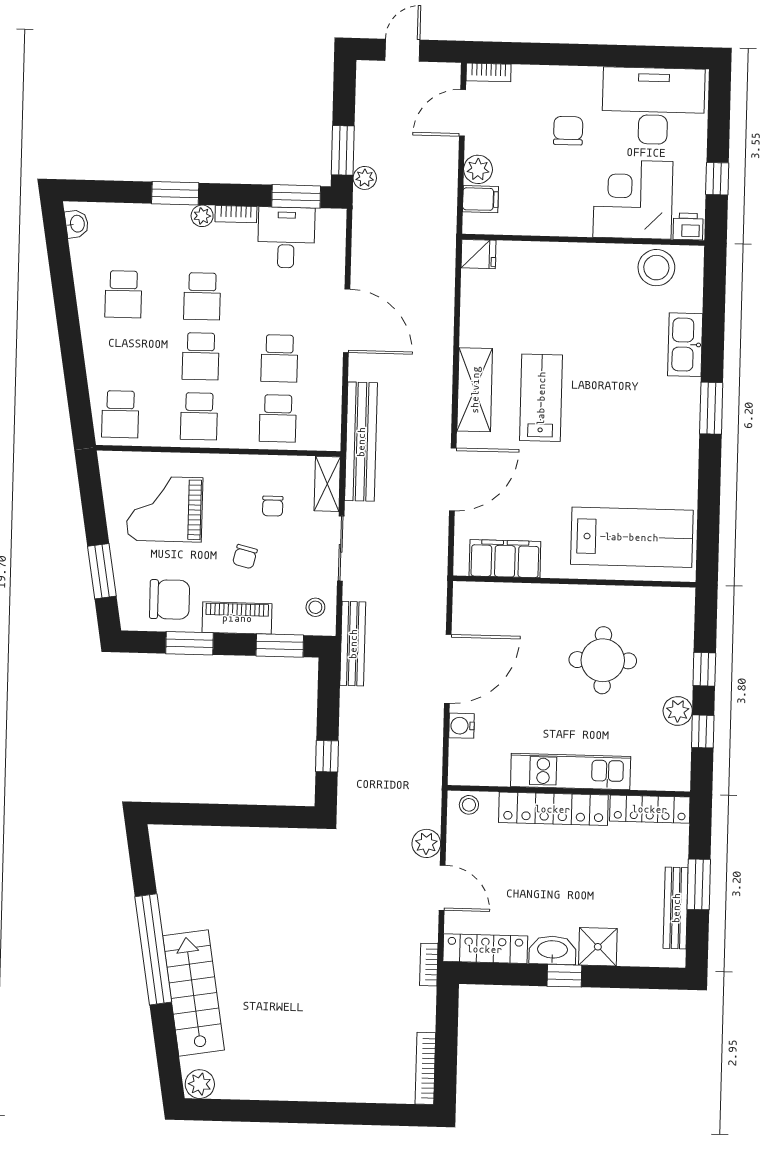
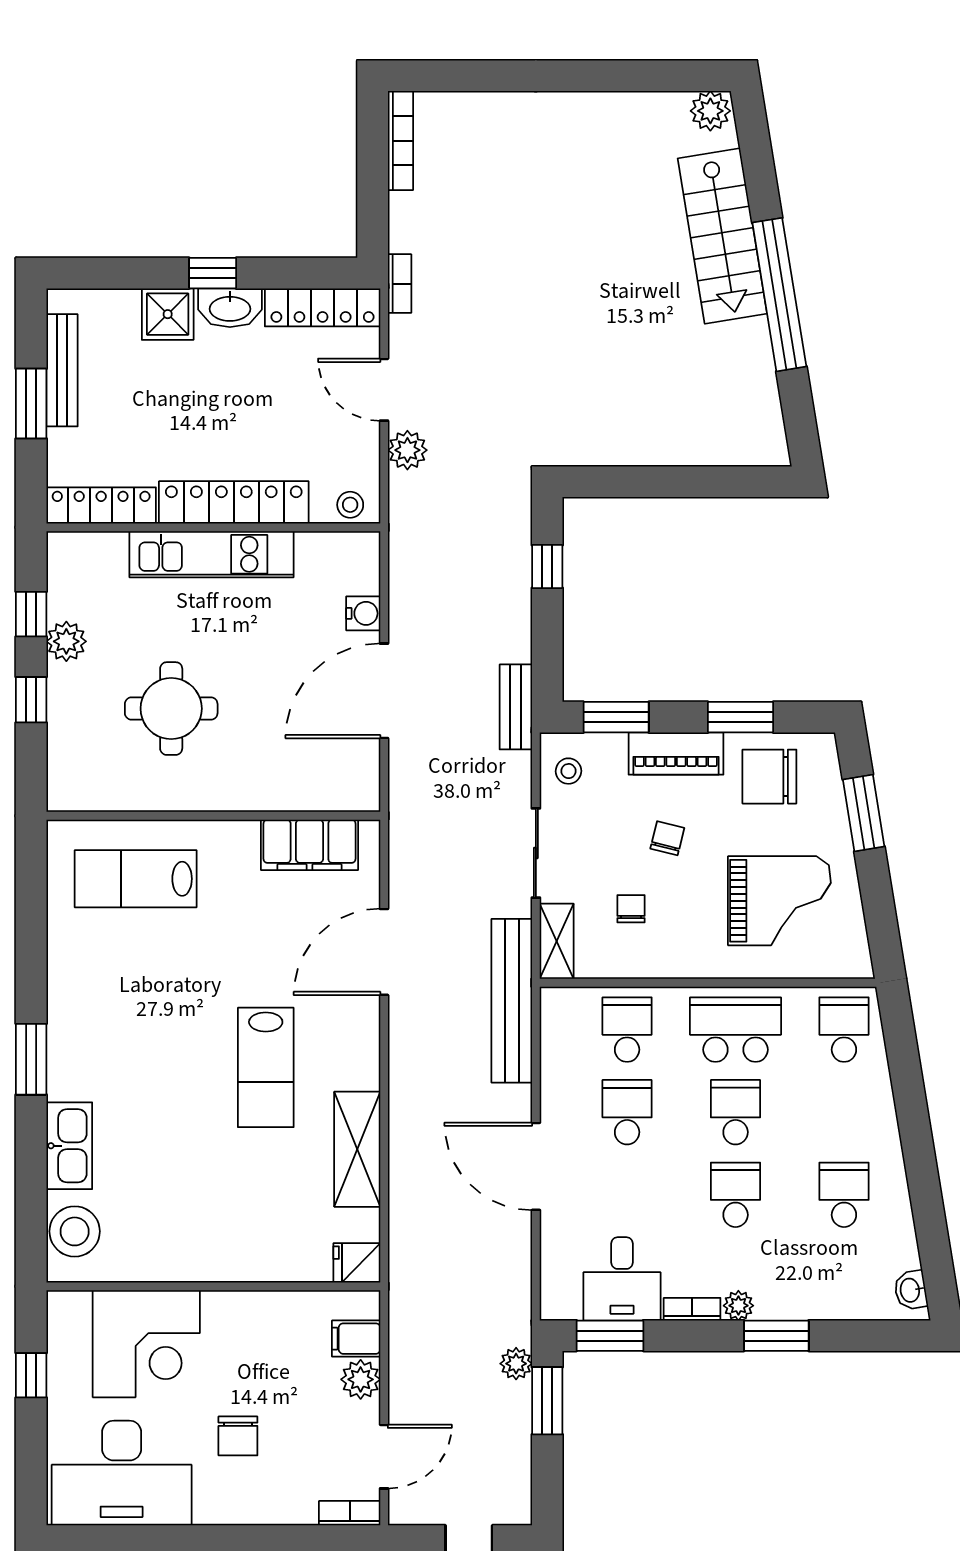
printer: (688, 226) -> (70, 1308), removed
stool: (656, 268) -> (75, 1231), moved
shelving: (475, 390) -> (357, 1149), moved
school desk: (199, 416) -> (736, 1030), width x1.85
lab bench: (632, 537) -> (136, 879), width x0.73, depth x0.72
bench: (353, 644) -> (516, 707), width x0.73

